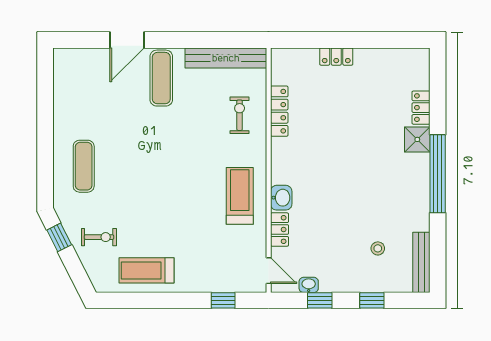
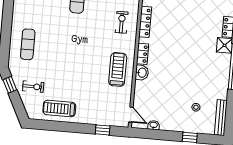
locker: (279, 230) -> (142, 54), moved
window: (320, 300) -> (159, 135), removed

